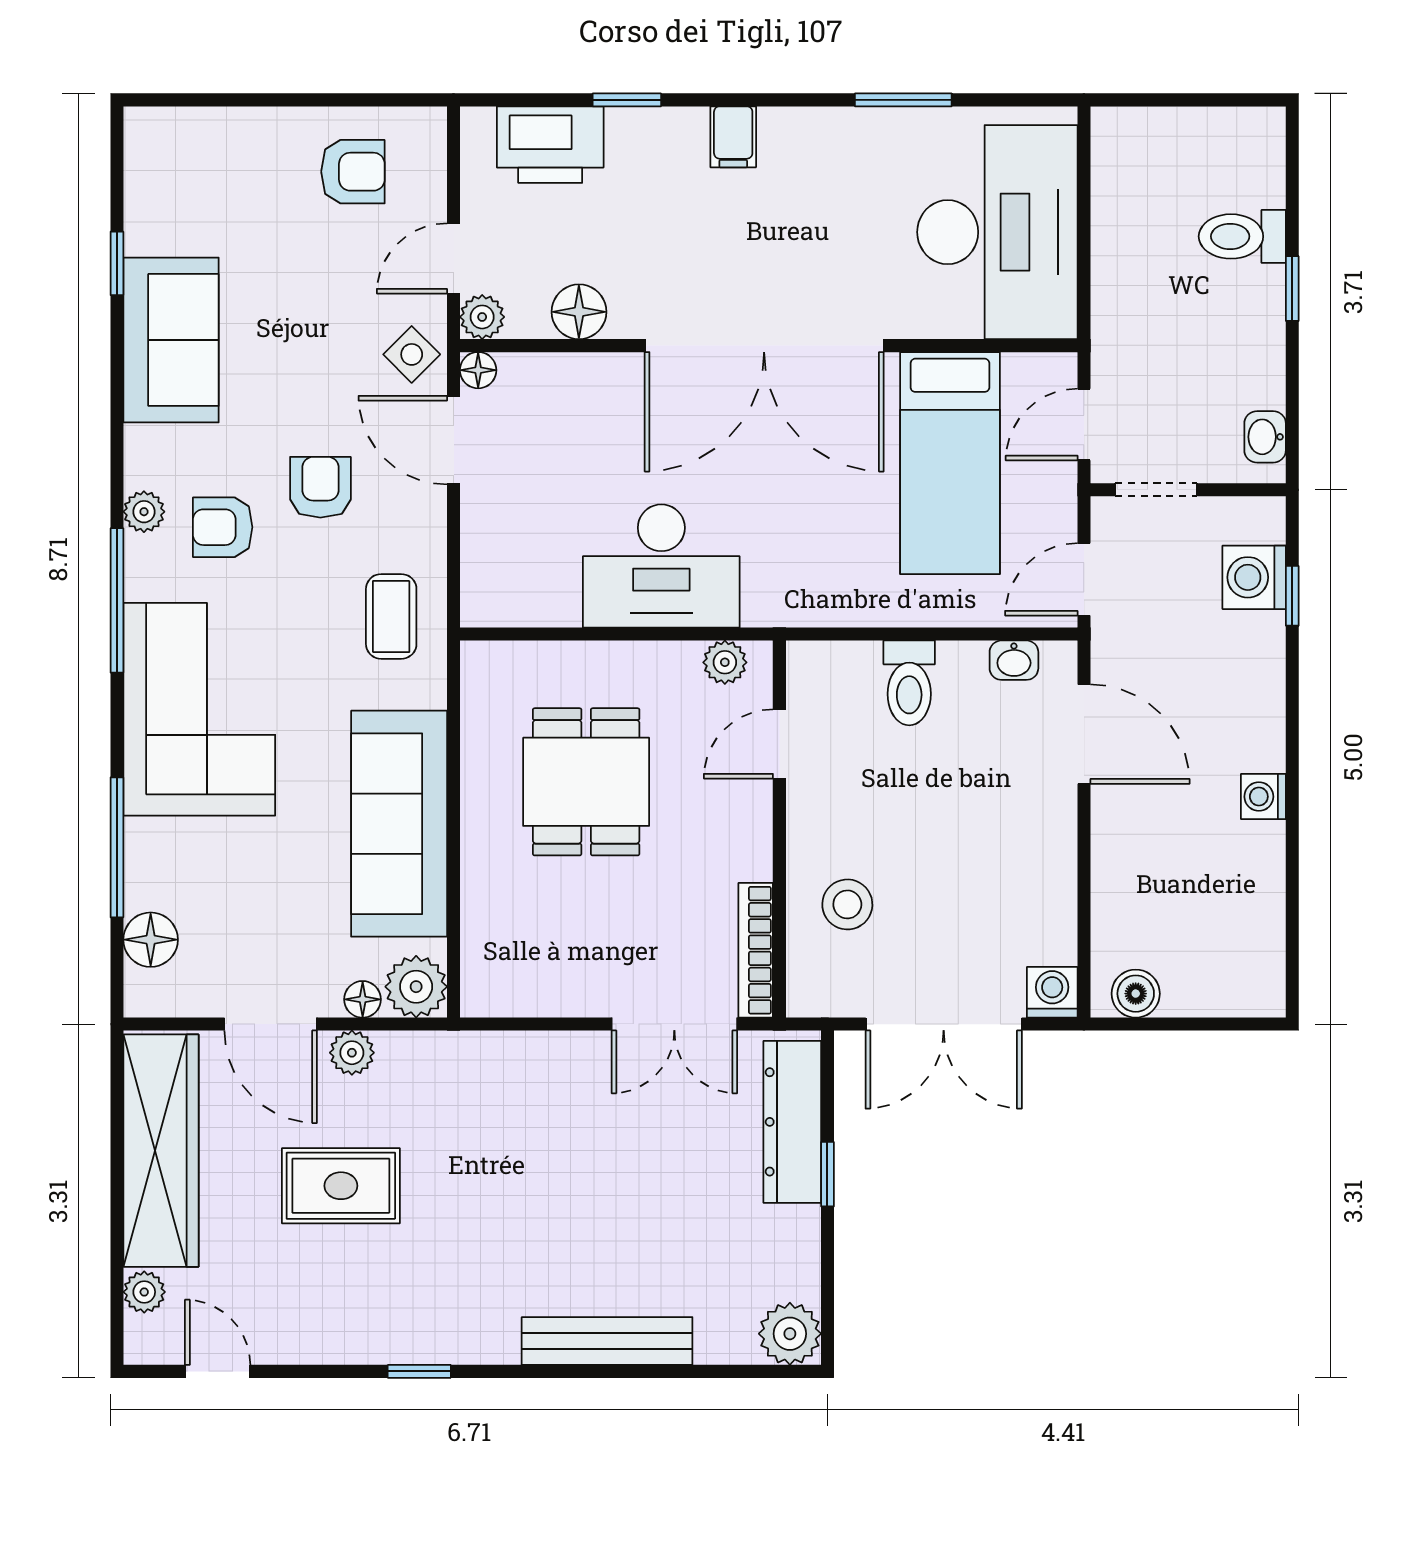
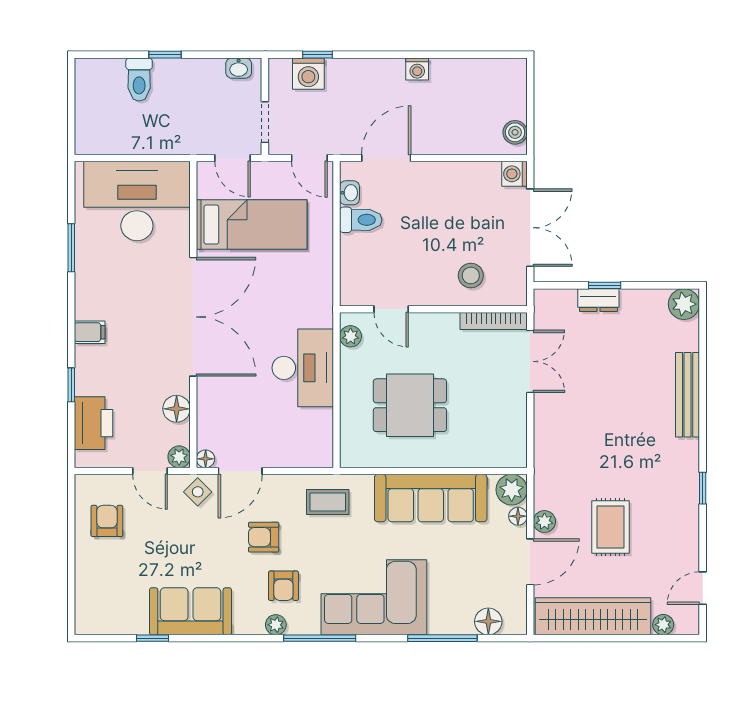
toilet: (909, 683) -> (361, 220), moved
dresser: (792, 1122) -> (598, 300), width x0.51, depth x0.80

